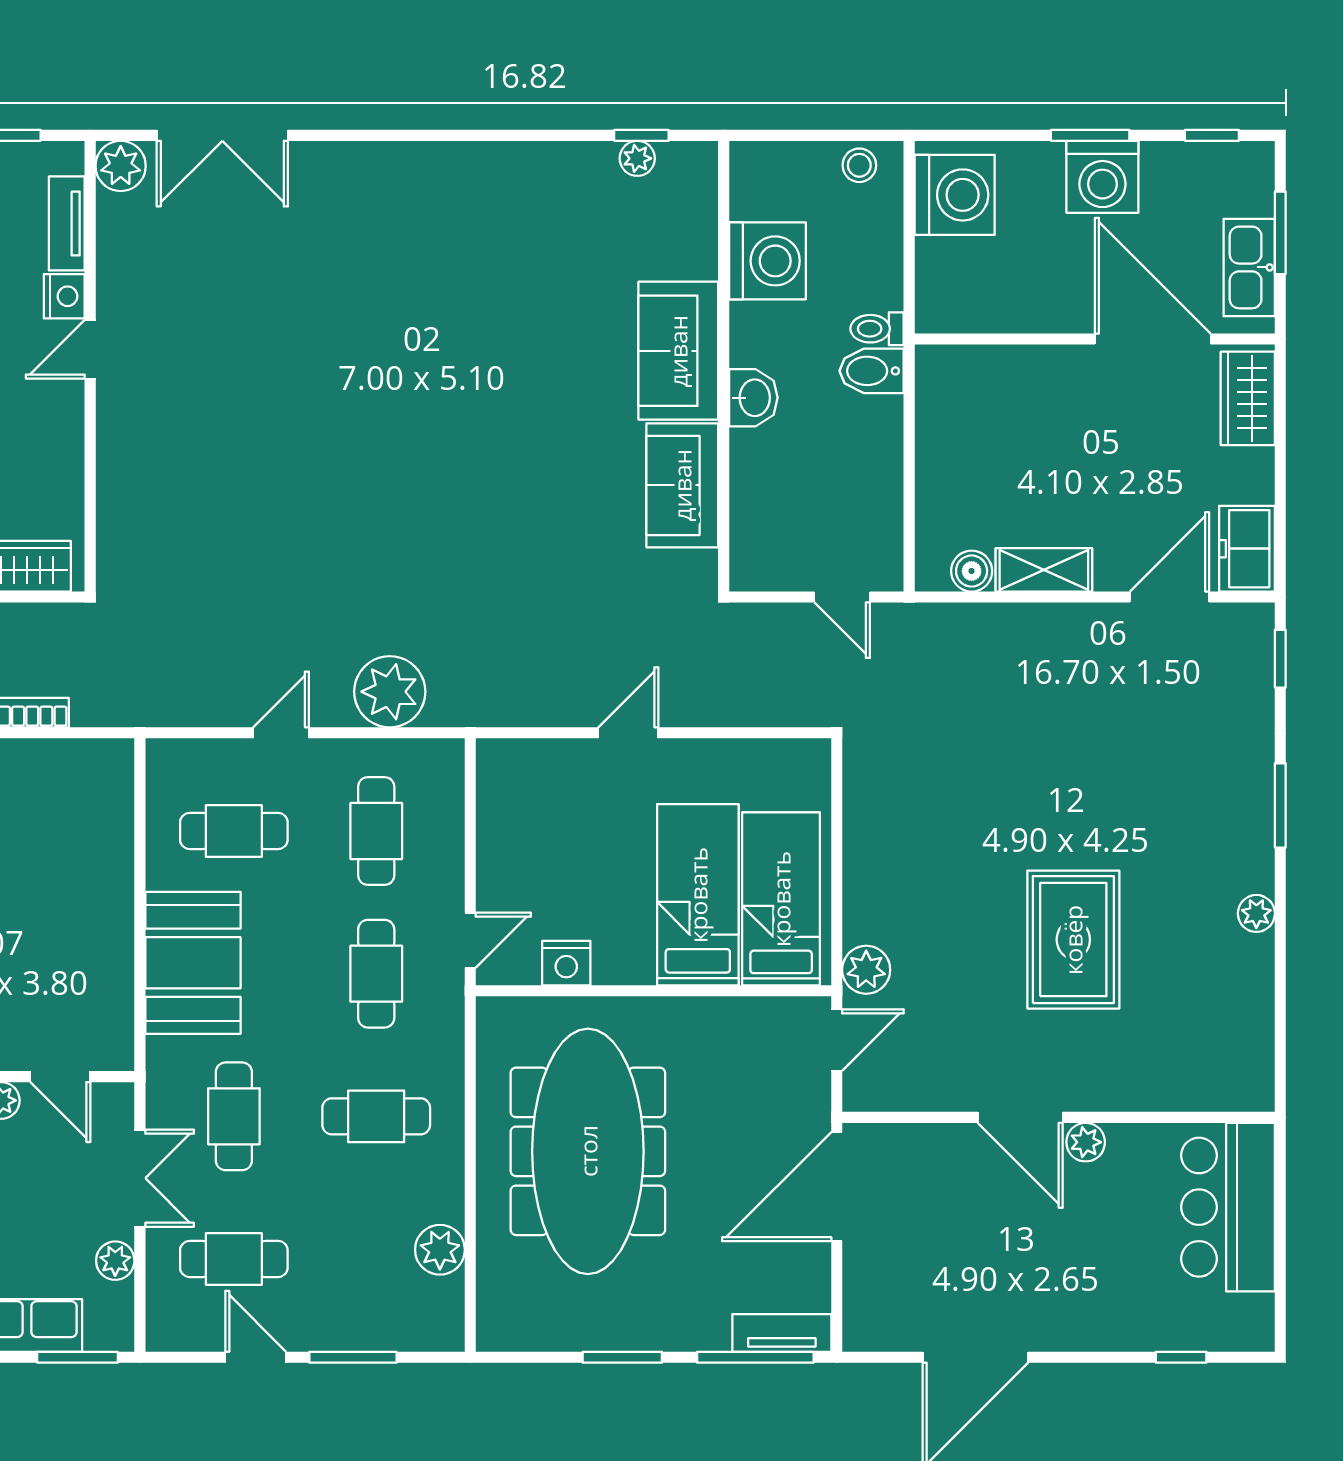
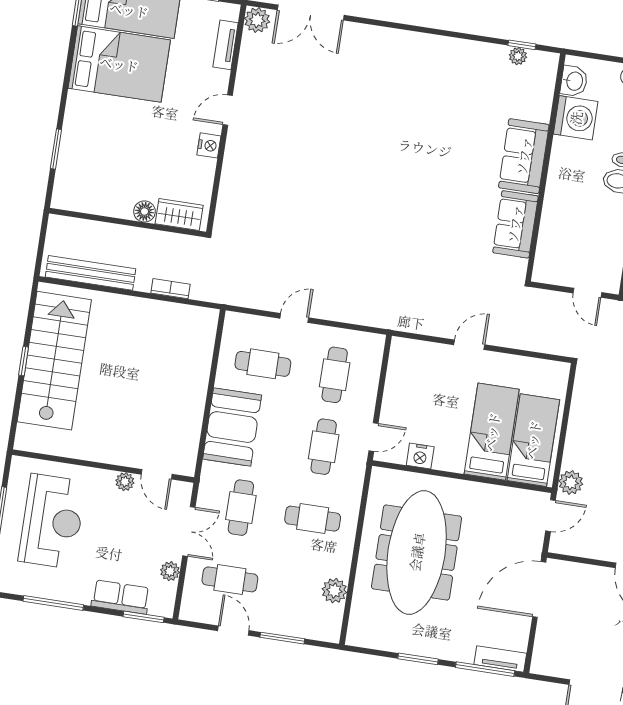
nightstand: (64, 296) -> (209, 145), moved
washbasin: (753, 398) -> (574, 81), moved
plant: (390, 692) -> (352, 306), removed

